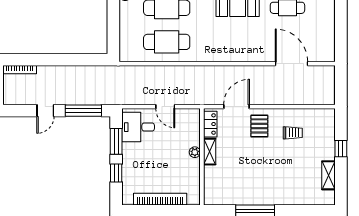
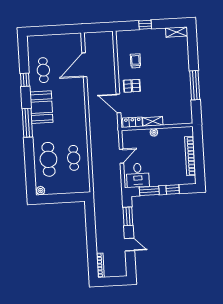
cafe table: (167, 42) -> (74, 158), width x0.73, depth x0.74
window: (83, 111) -> (128, 216), width x0.69
shelving: (329, 175) -> (177, 32), moved

